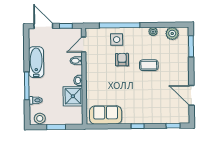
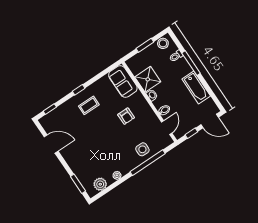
armchair: (122, 60) -> (126, 116), moved
coffee table: (149, 65) -> (89, 105), moved
sofa: (106, 115) -> (123, 82), moved, turned 90

